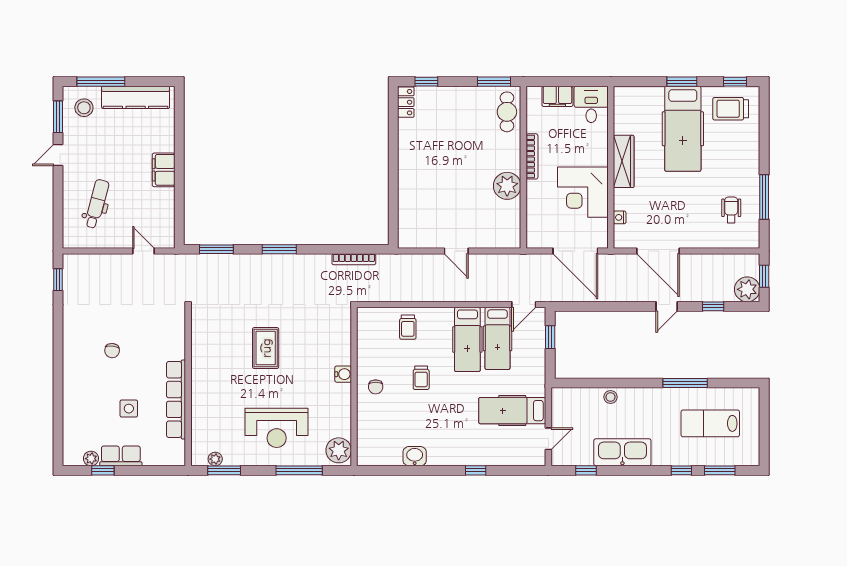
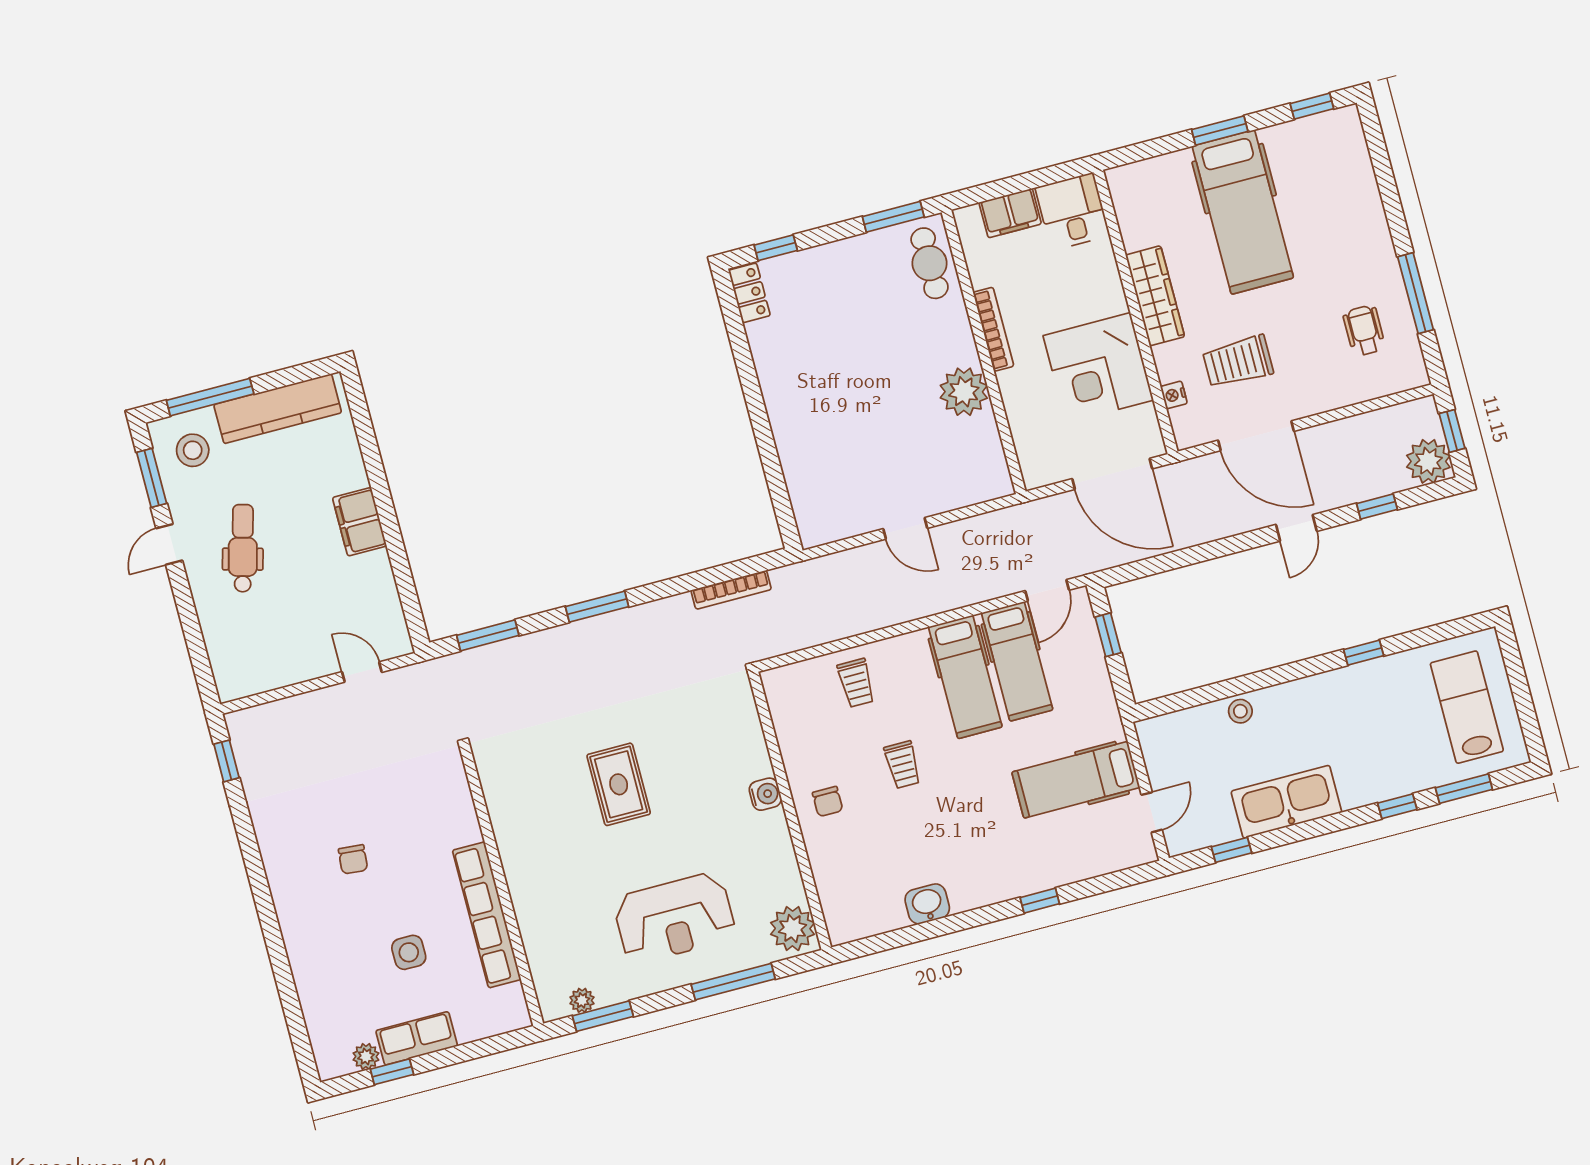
trolley: (731, 109) -> (1238, 362), moved
dental chair: (97, 204) -> (243, 548), moved
window: (685, 383) -> (1364, 653), width x0.46
lab bench: (710, 423) -> (1467, 707), moved, turned 90

